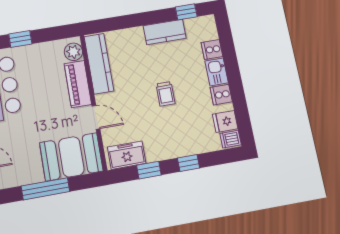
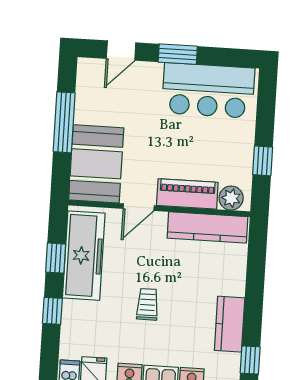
window: (20, 39) -> (263, 161), moved
trolley: (166, 94) -> (148, 304), turned 90
freezer: (127, 155) -> (84, 256), width x1.91, depth x1.26

